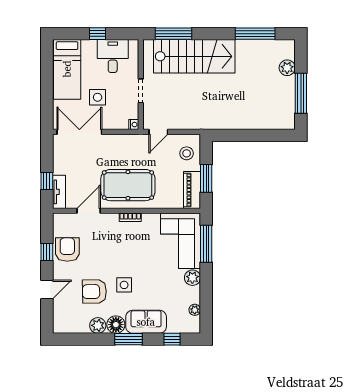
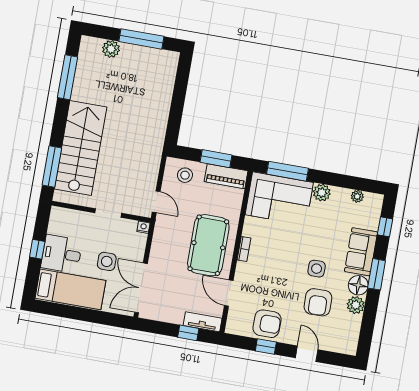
desk: (113, 56) -> (62, 254), moved
armchair: (67, 250) -> (267, 324), turned 180

